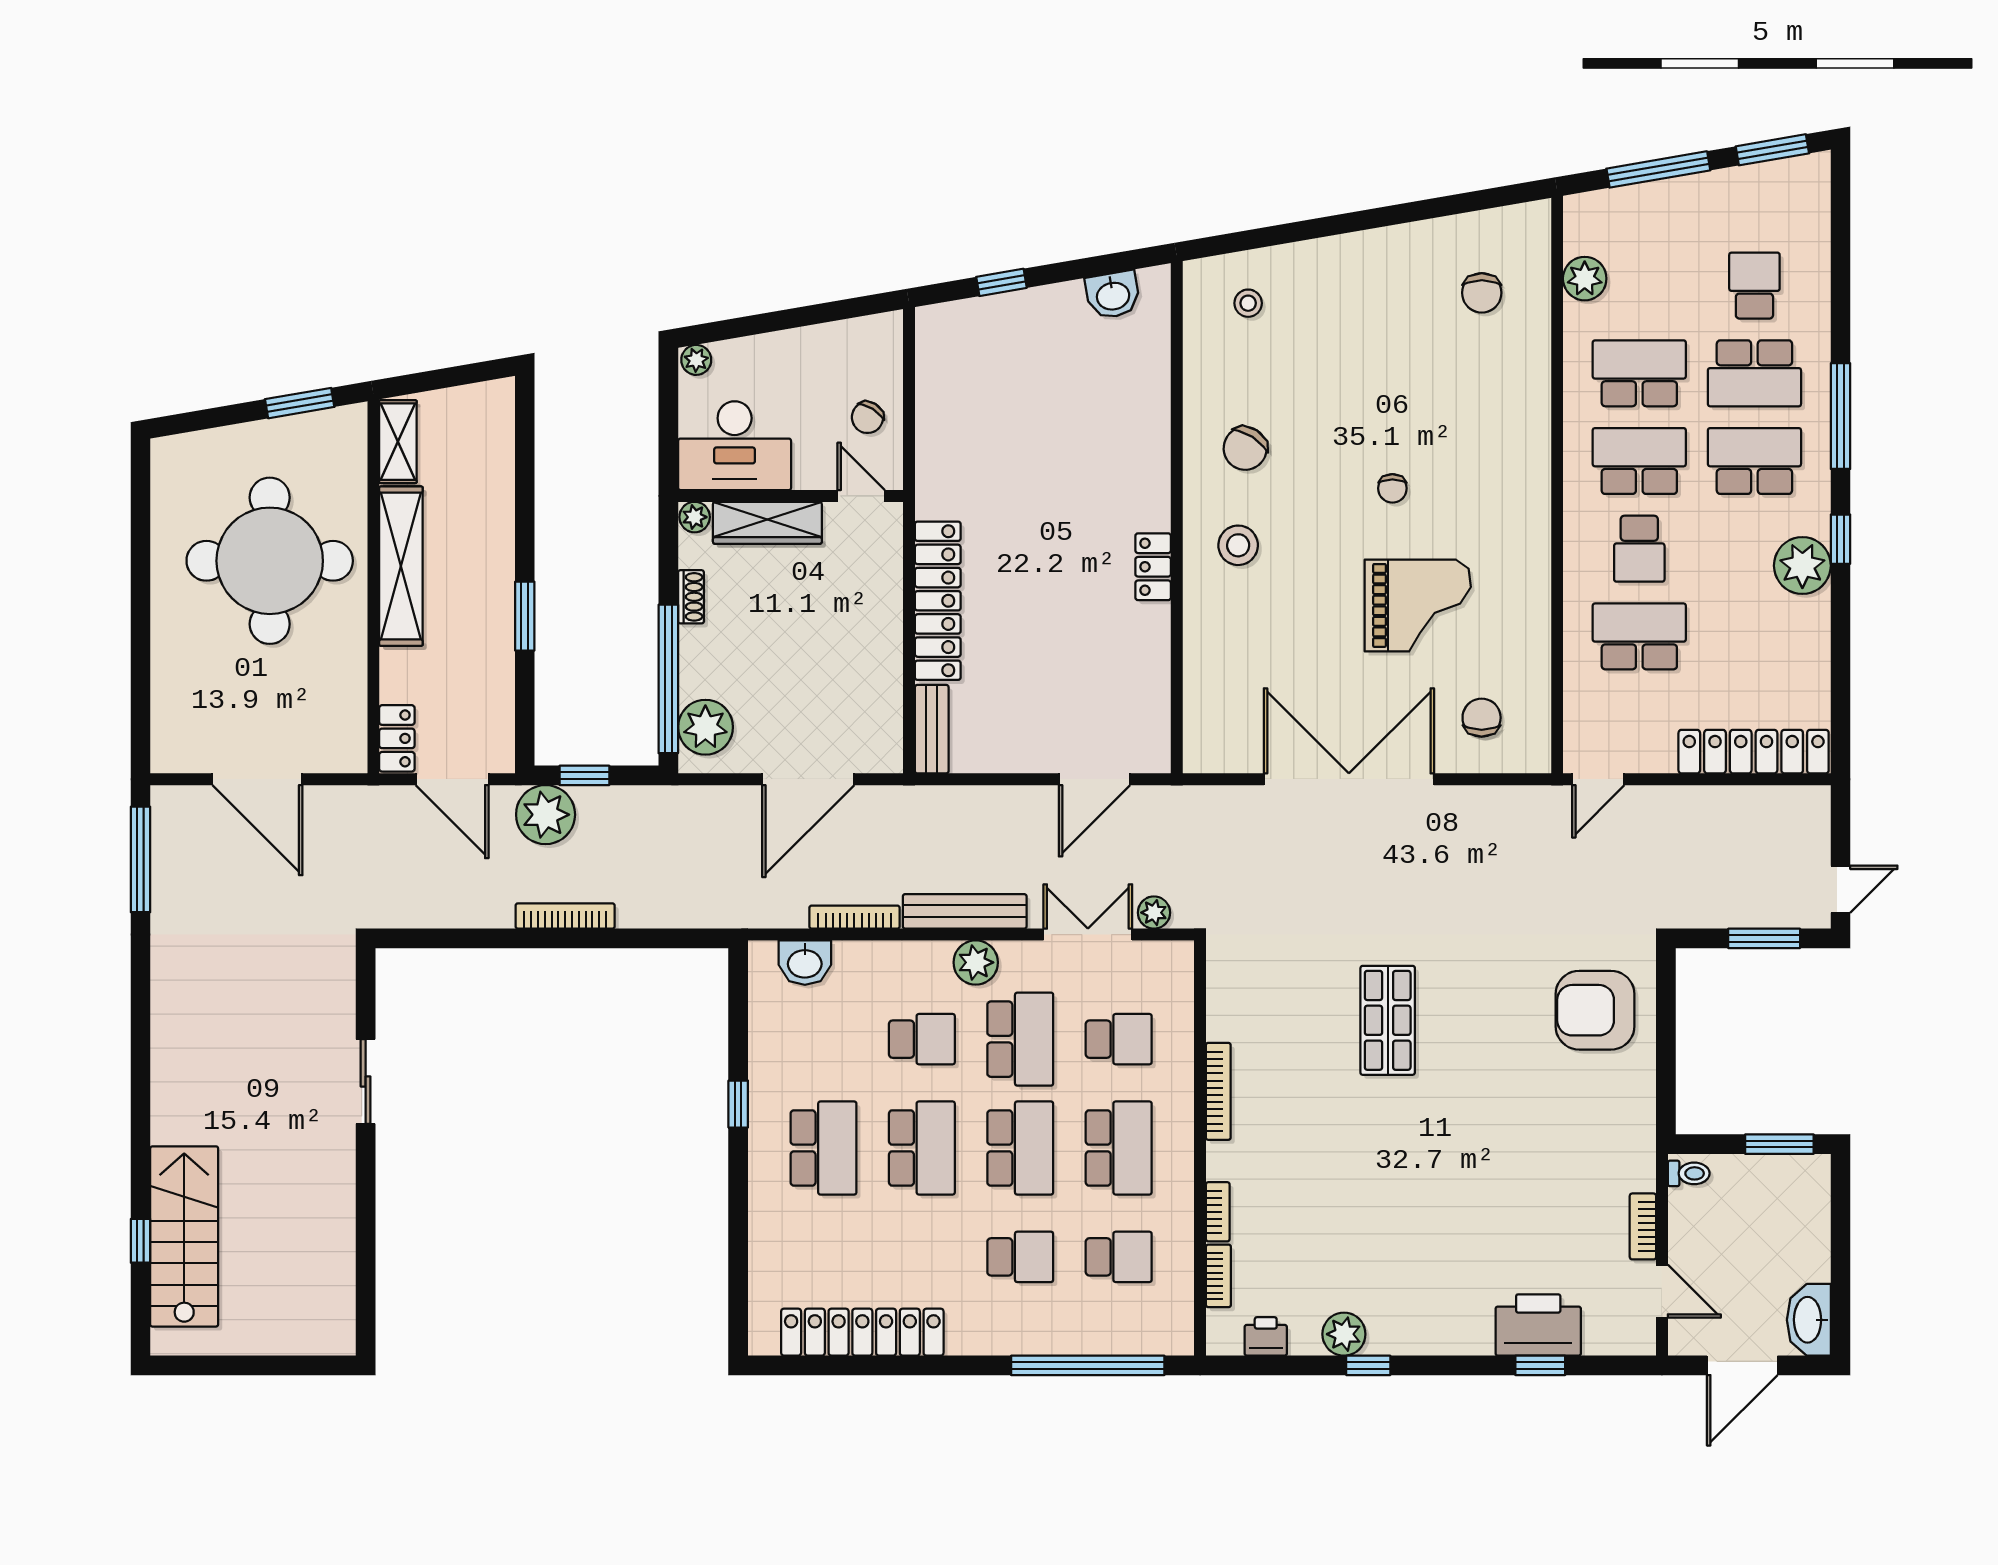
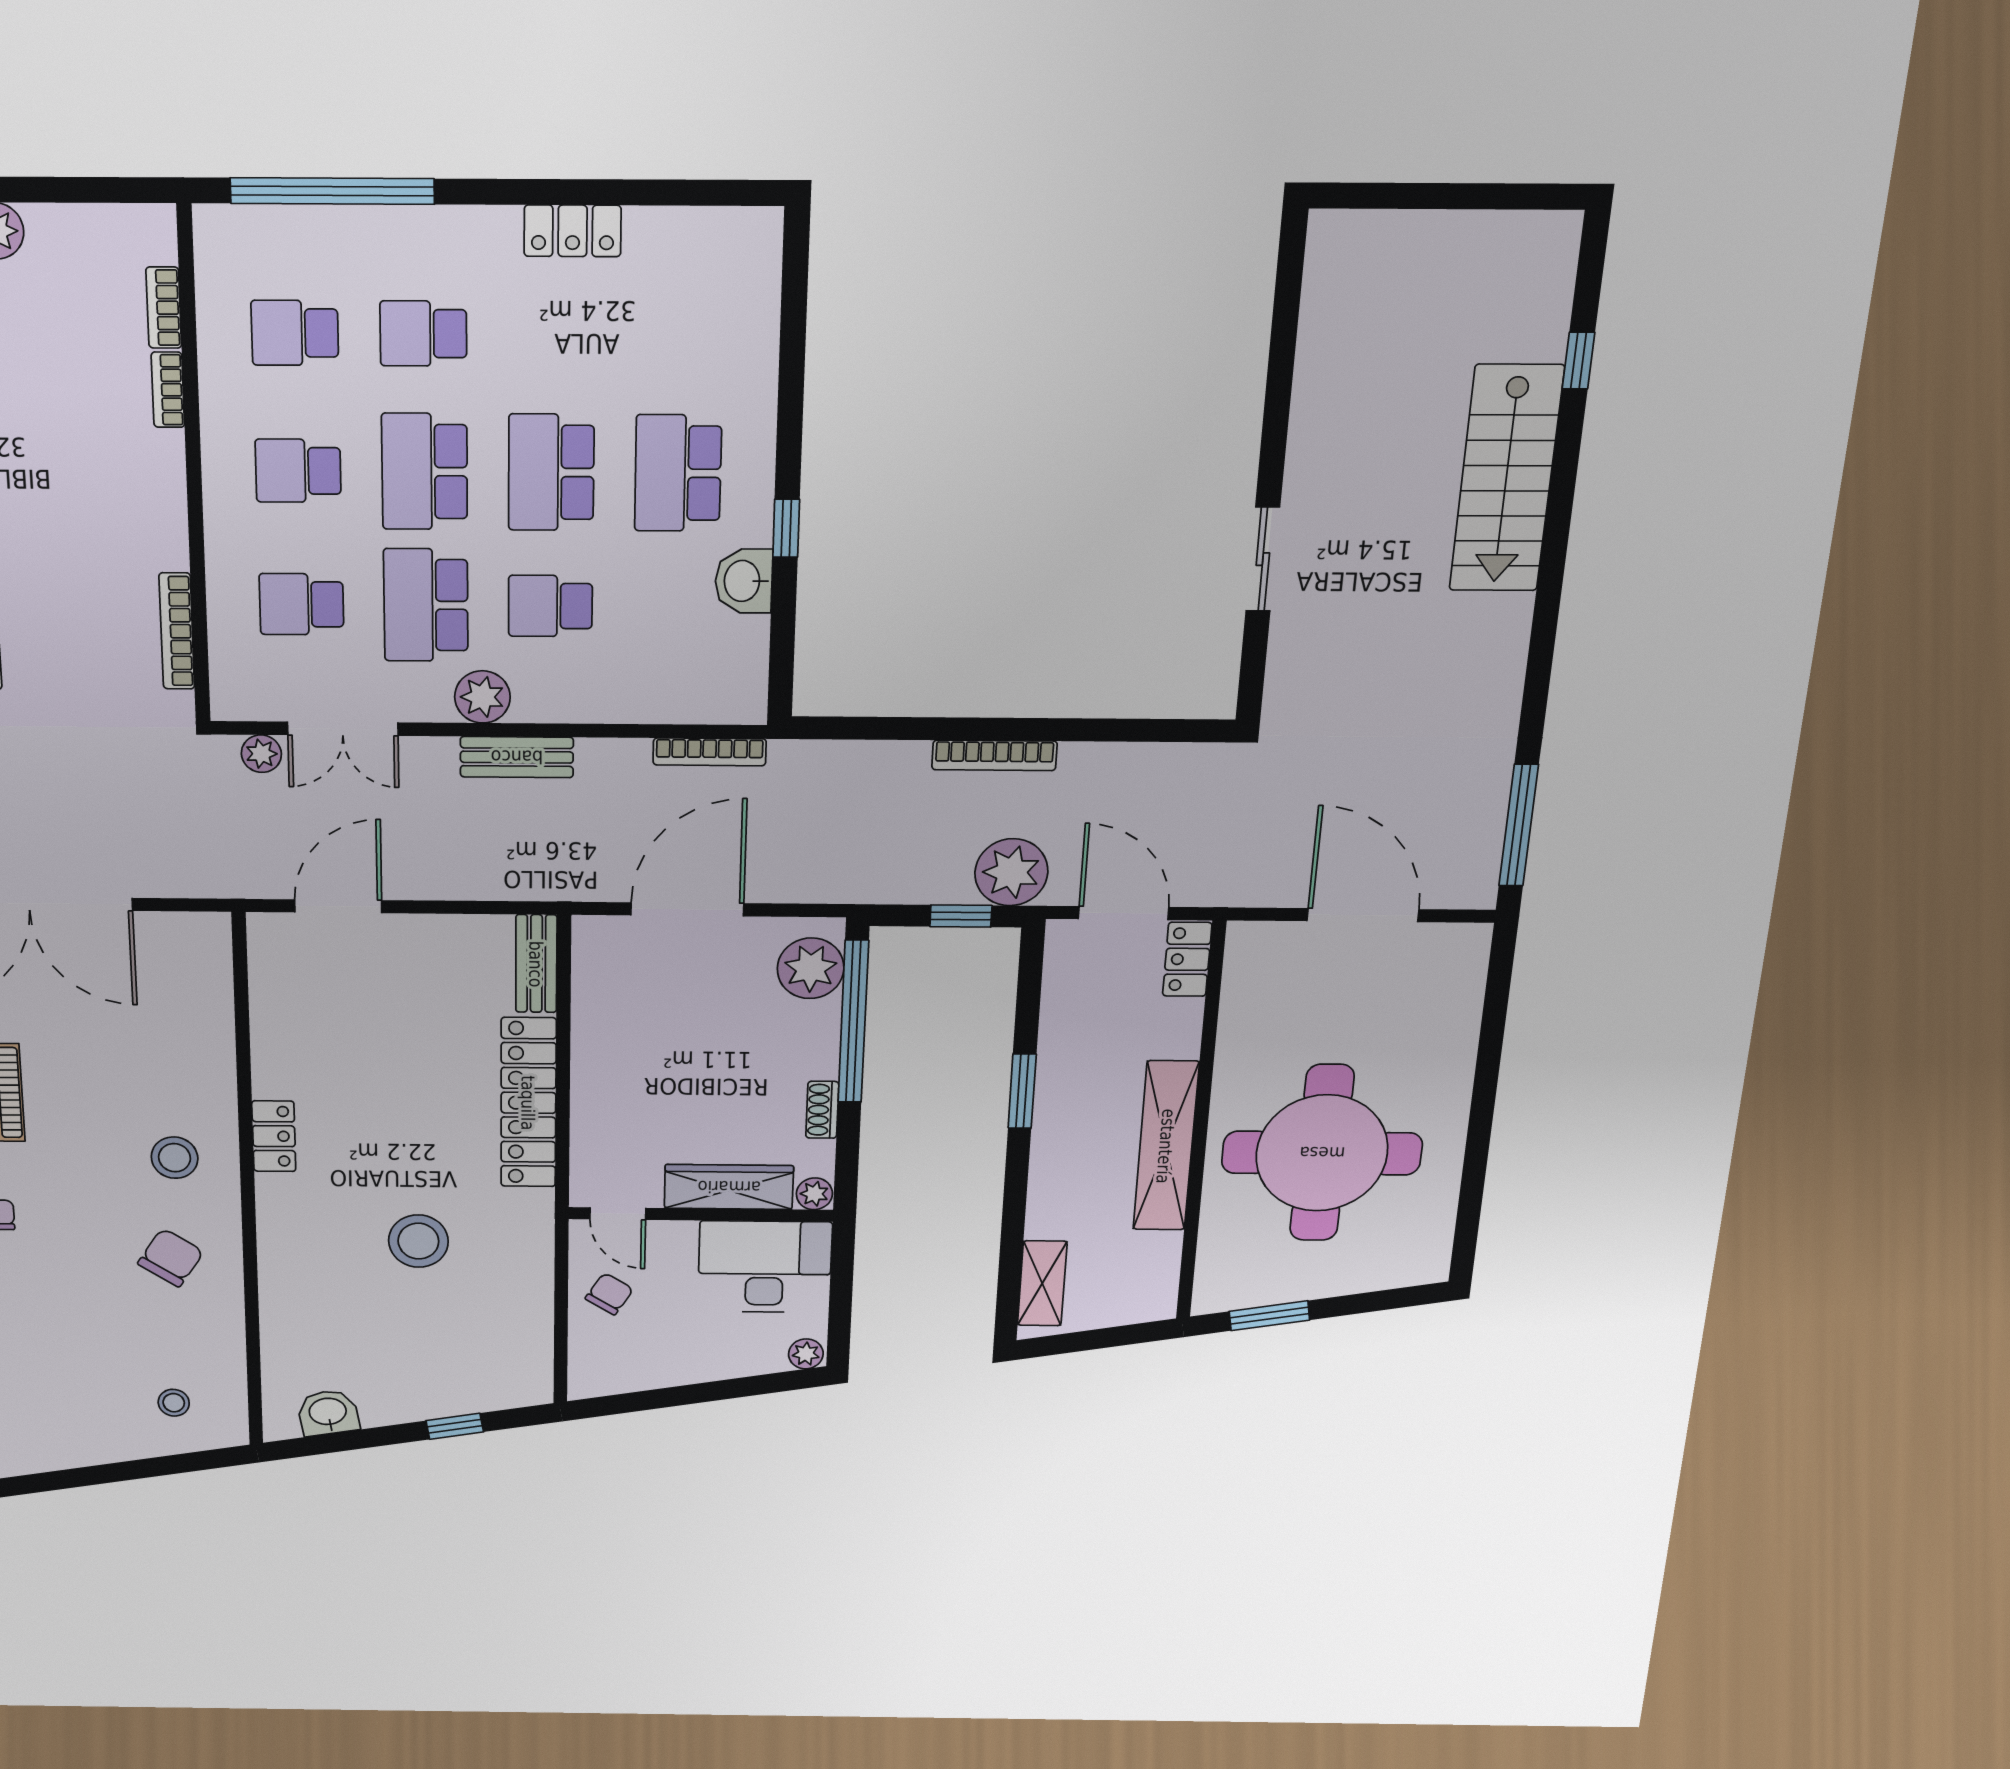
shelving: (398, 442) -> (1042, 1283), moved
stool: (1032, 467) -> (418, 1241), added
bench: (965, 911) -> (517, 757), width x0.73
bookcase: (854, 917) -> (710, 752), moved
washbasin: (805, 963) -> (744, 581), moved, turned -90
bookcase: (1218, 1091) -> (177, 631), moved
school desk: (1119, 1148) -> (298, 471), width x0.54
stairs: (184, 1236) -> (1506, 479), moved
locker: (862, 1332) -> (573, 231), width x0.46, depth x0.83
printer: (1266, 1336) -> (98, 228), removed

